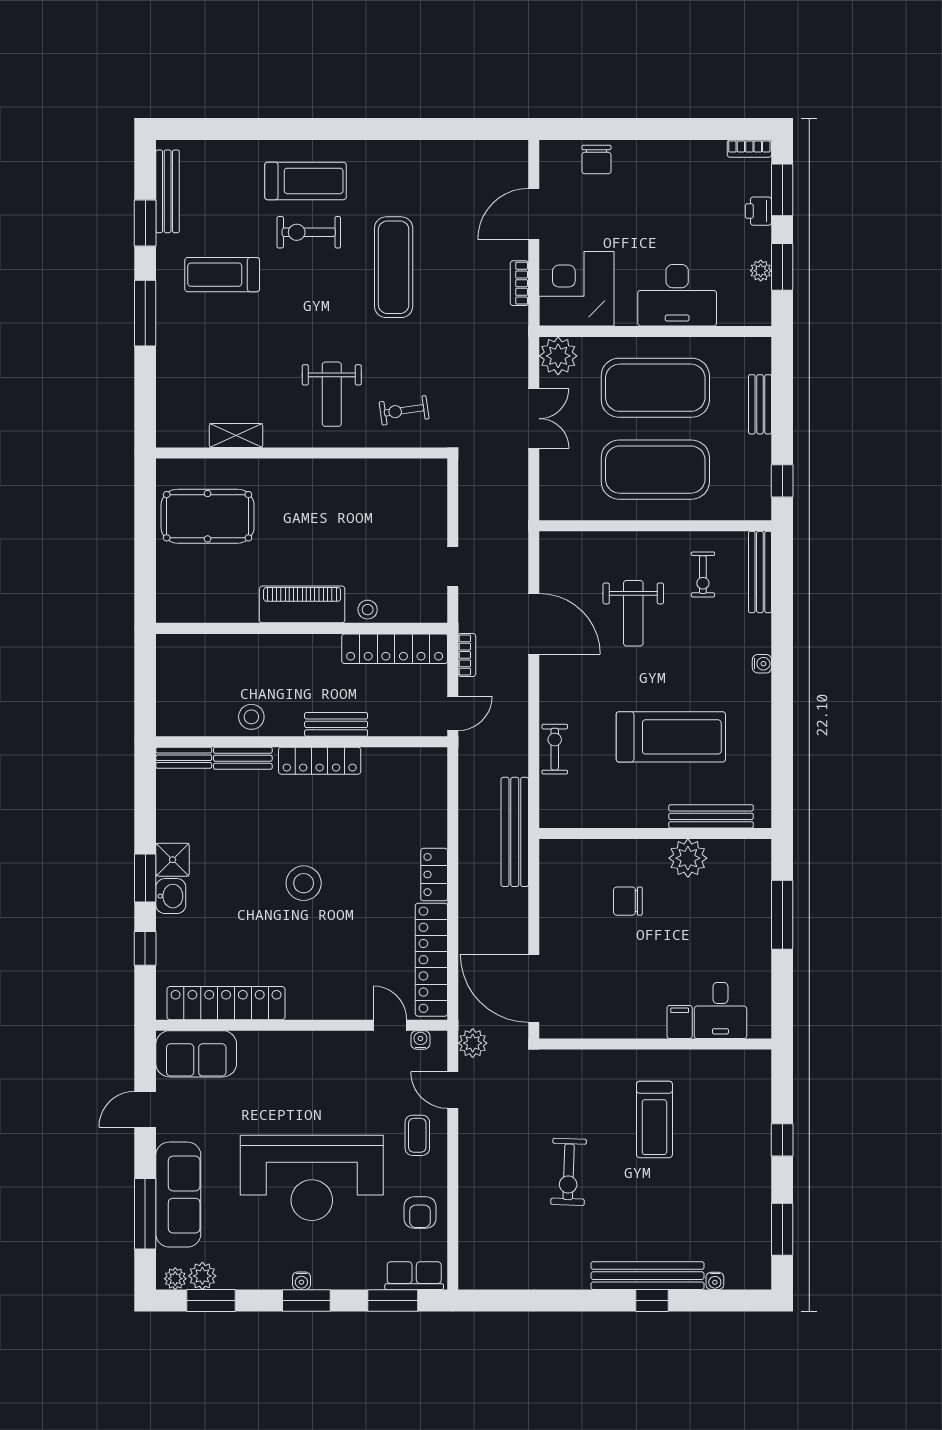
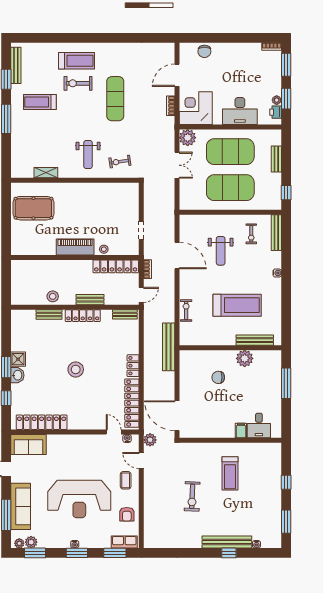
printer: (758, 211) -> (276, 112), moved
bench: (184, 758) -> (125, 314), moved

